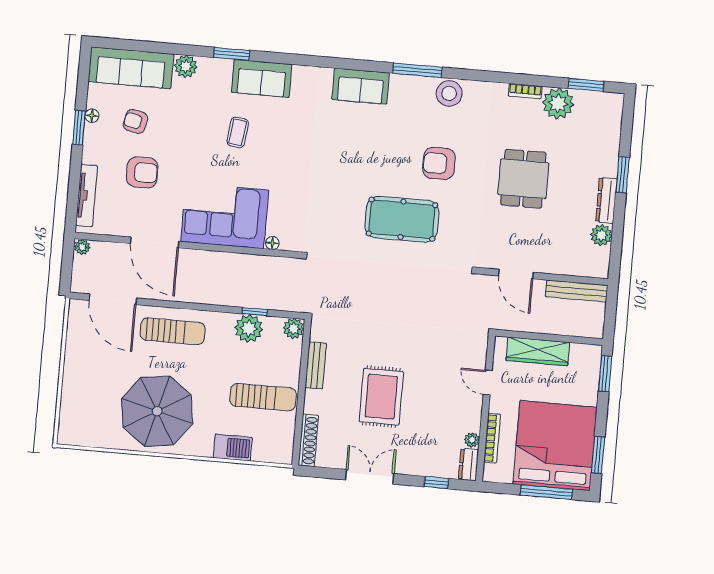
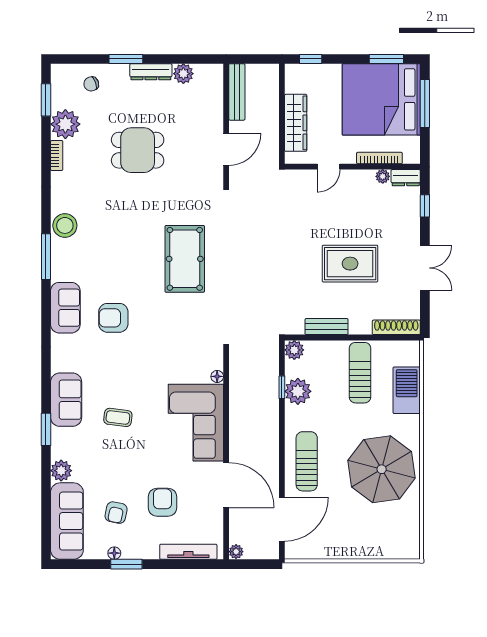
chair: (599, 135) -> (91, 84), added
armchair: (439, 163) -> (113, 318), moved, turned 90
door: (155, 242) -> (226, 485), hinge flipped
window: (605, 373) -> (311, 59), width x0.67
barbecue: (233, 448) -> (407, 390), width x1.37, depth x1.21
double door: (370, 477) -> (425, 268), swing flipped

